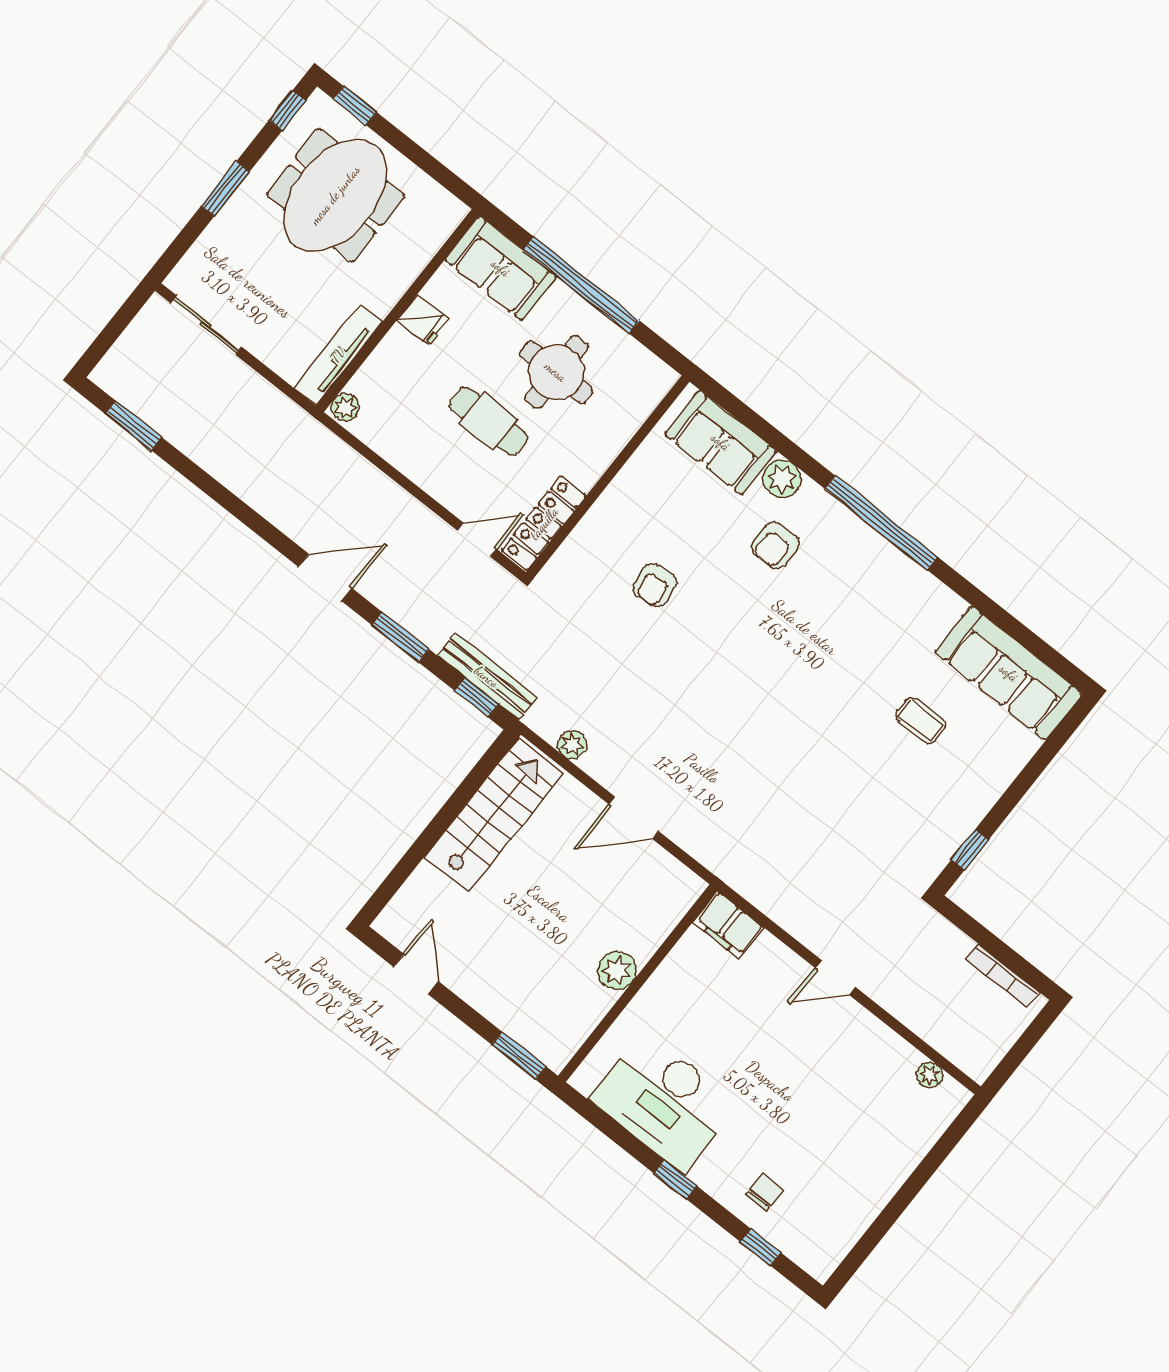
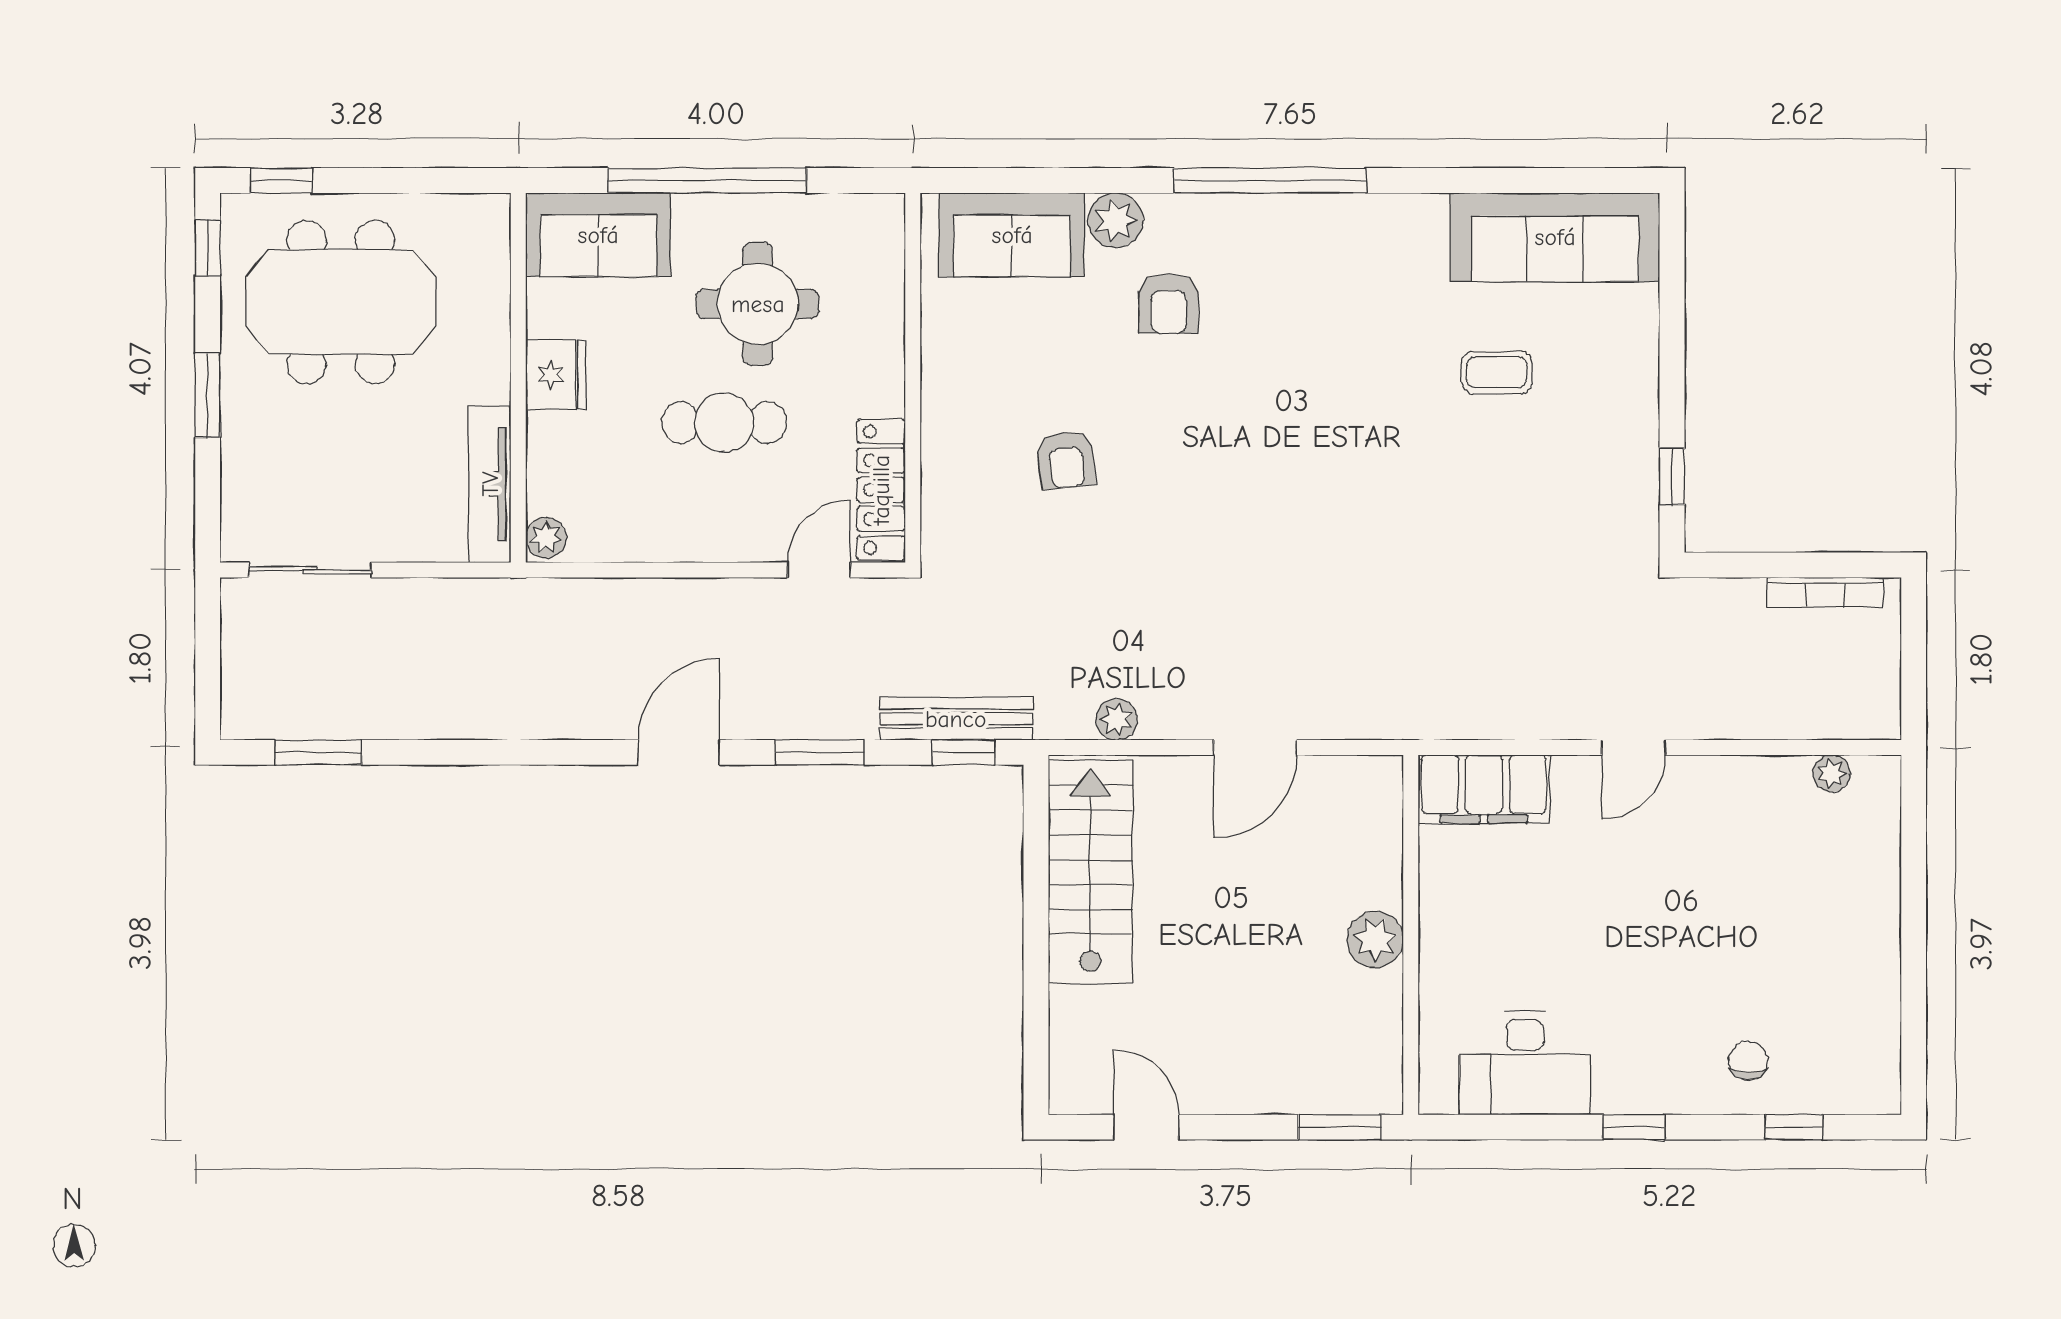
meeting table: (335, 195) -> (341, 302), turned 90
fridge: (423, 320) -> (556, 375), width x1.38
filing cabinet: (729, 925) -> (1484, 789), width x1.50, depth x1.17
desk: (664, 1102) -> (1525, 1063), width x0.73, depth x0.77

